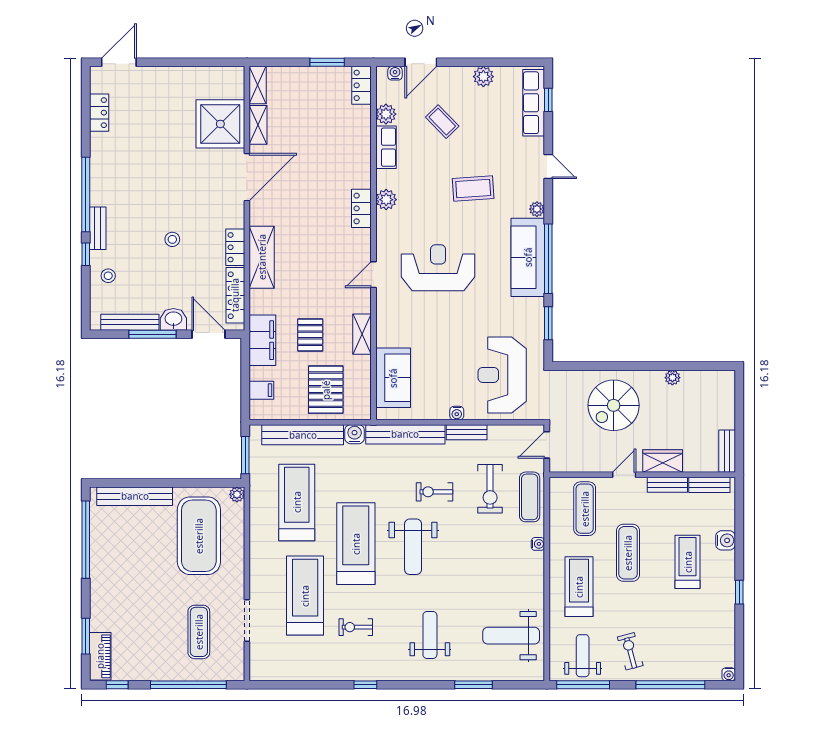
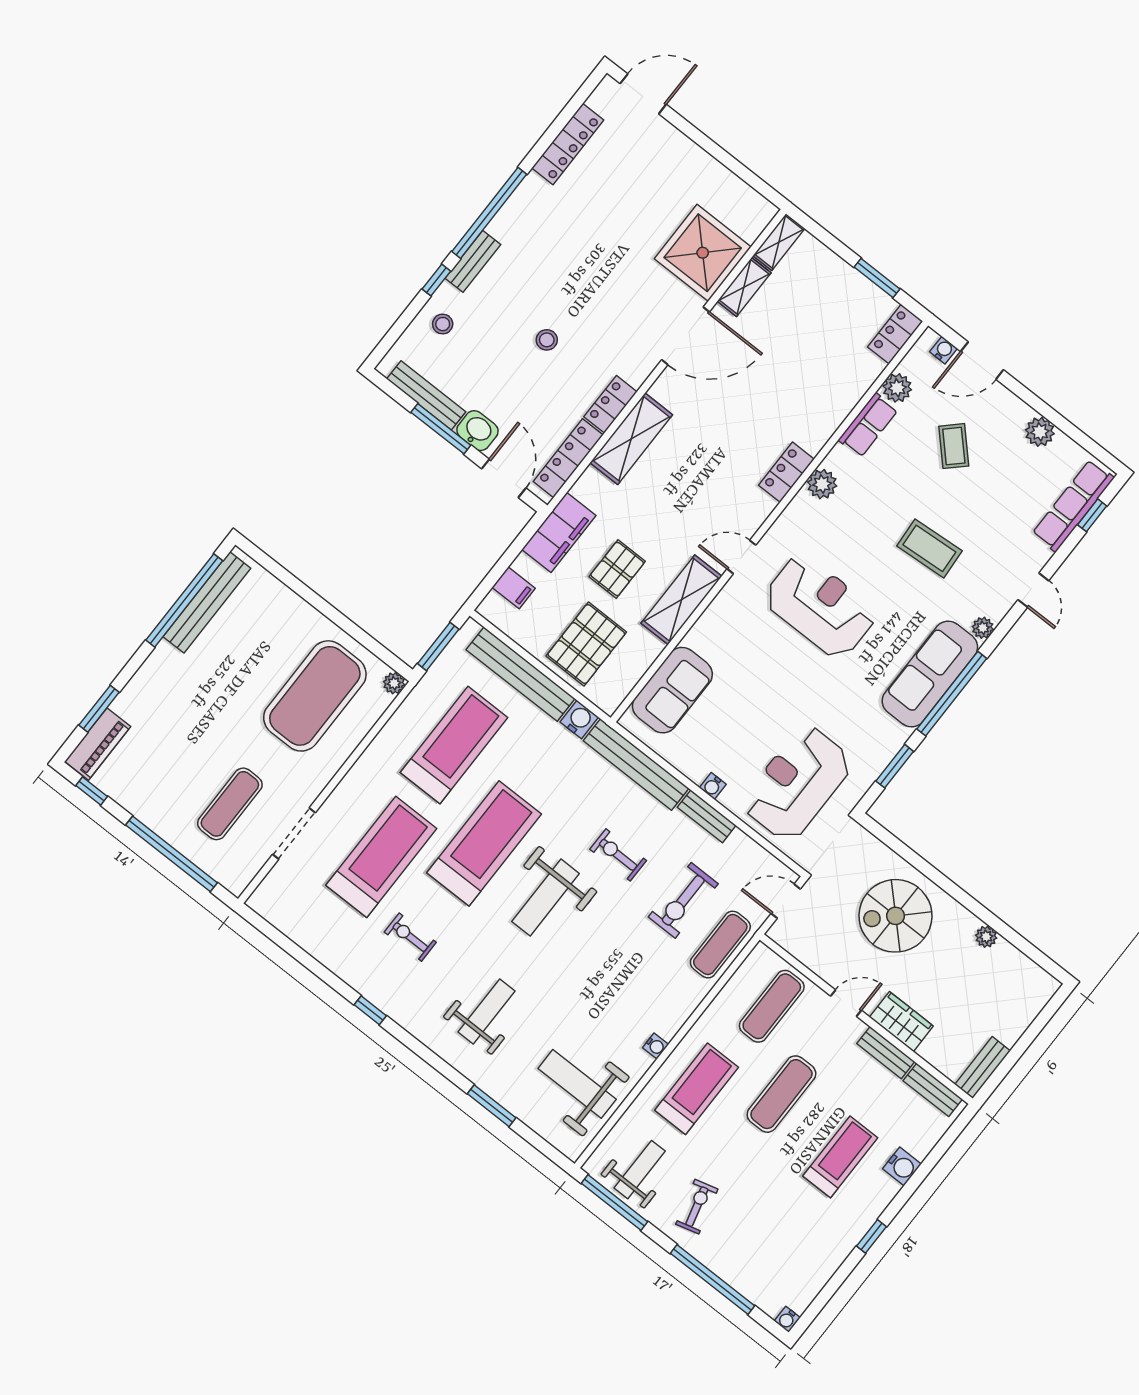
locker: (99, 113) -> (568, 144), width x1.53
shelving: (362, 334) -> (681, 600), width x1.50, depth x1.33
bench: (135, 496) -> (207, 602), moved, turned 90
water cooler: (538, 544) -> (655, 1046), moved

